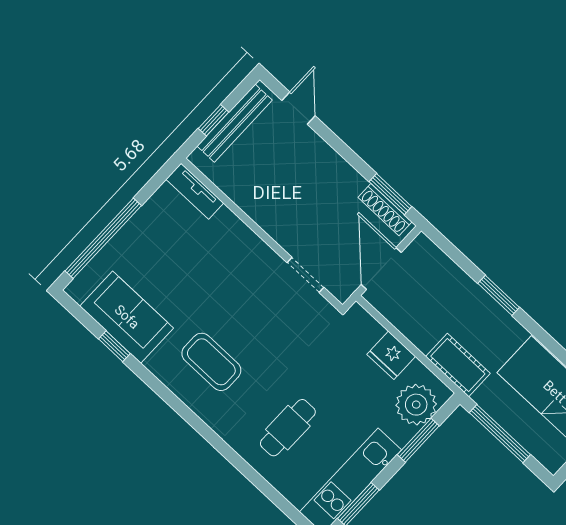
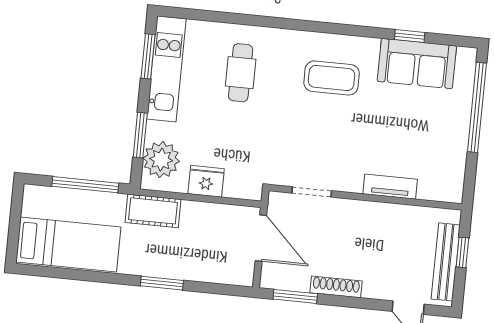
tv unit: (195, 191) -> (390, 187), moved
shoe rack: (385, 210) -> (336, 287), moved

